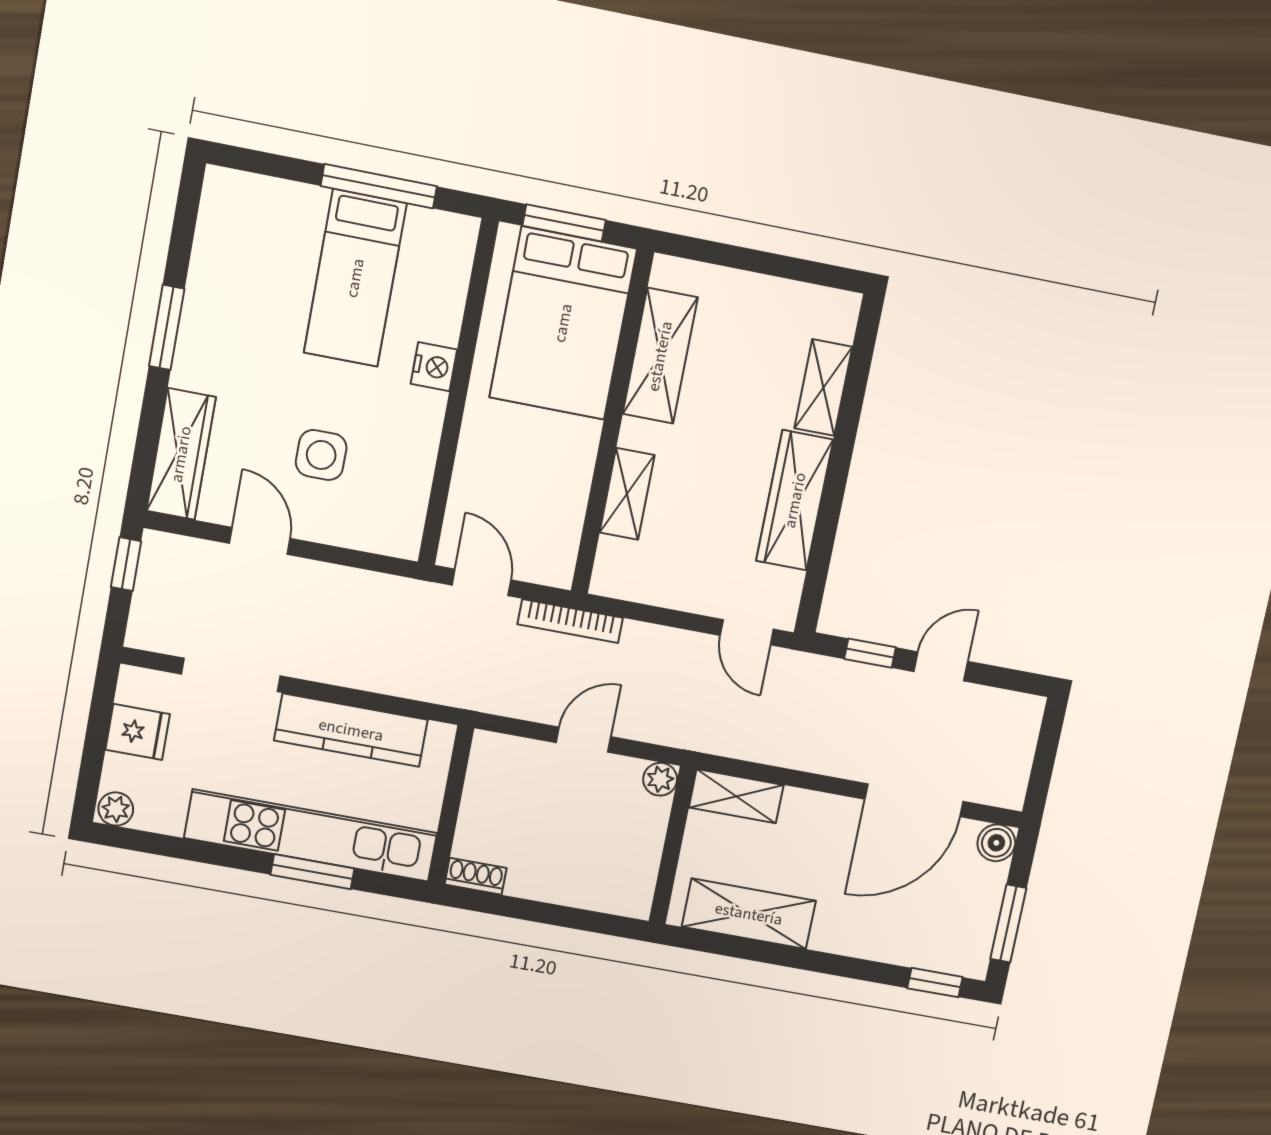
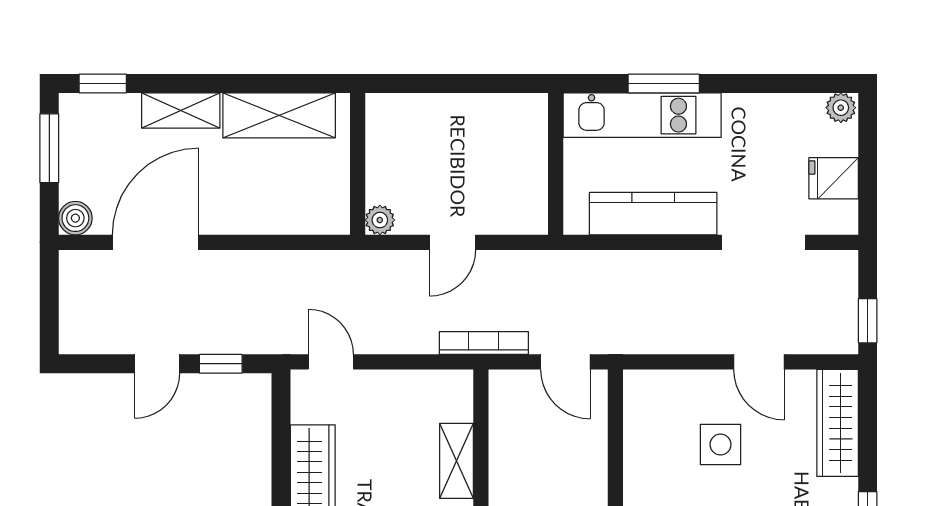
shelving: (736, 796) -> (181, 110), moved
kitchen unit: (311, 835) -> (642, 115), width x0.73
shoe rack: (476, 876) -> (523, 105), removed

